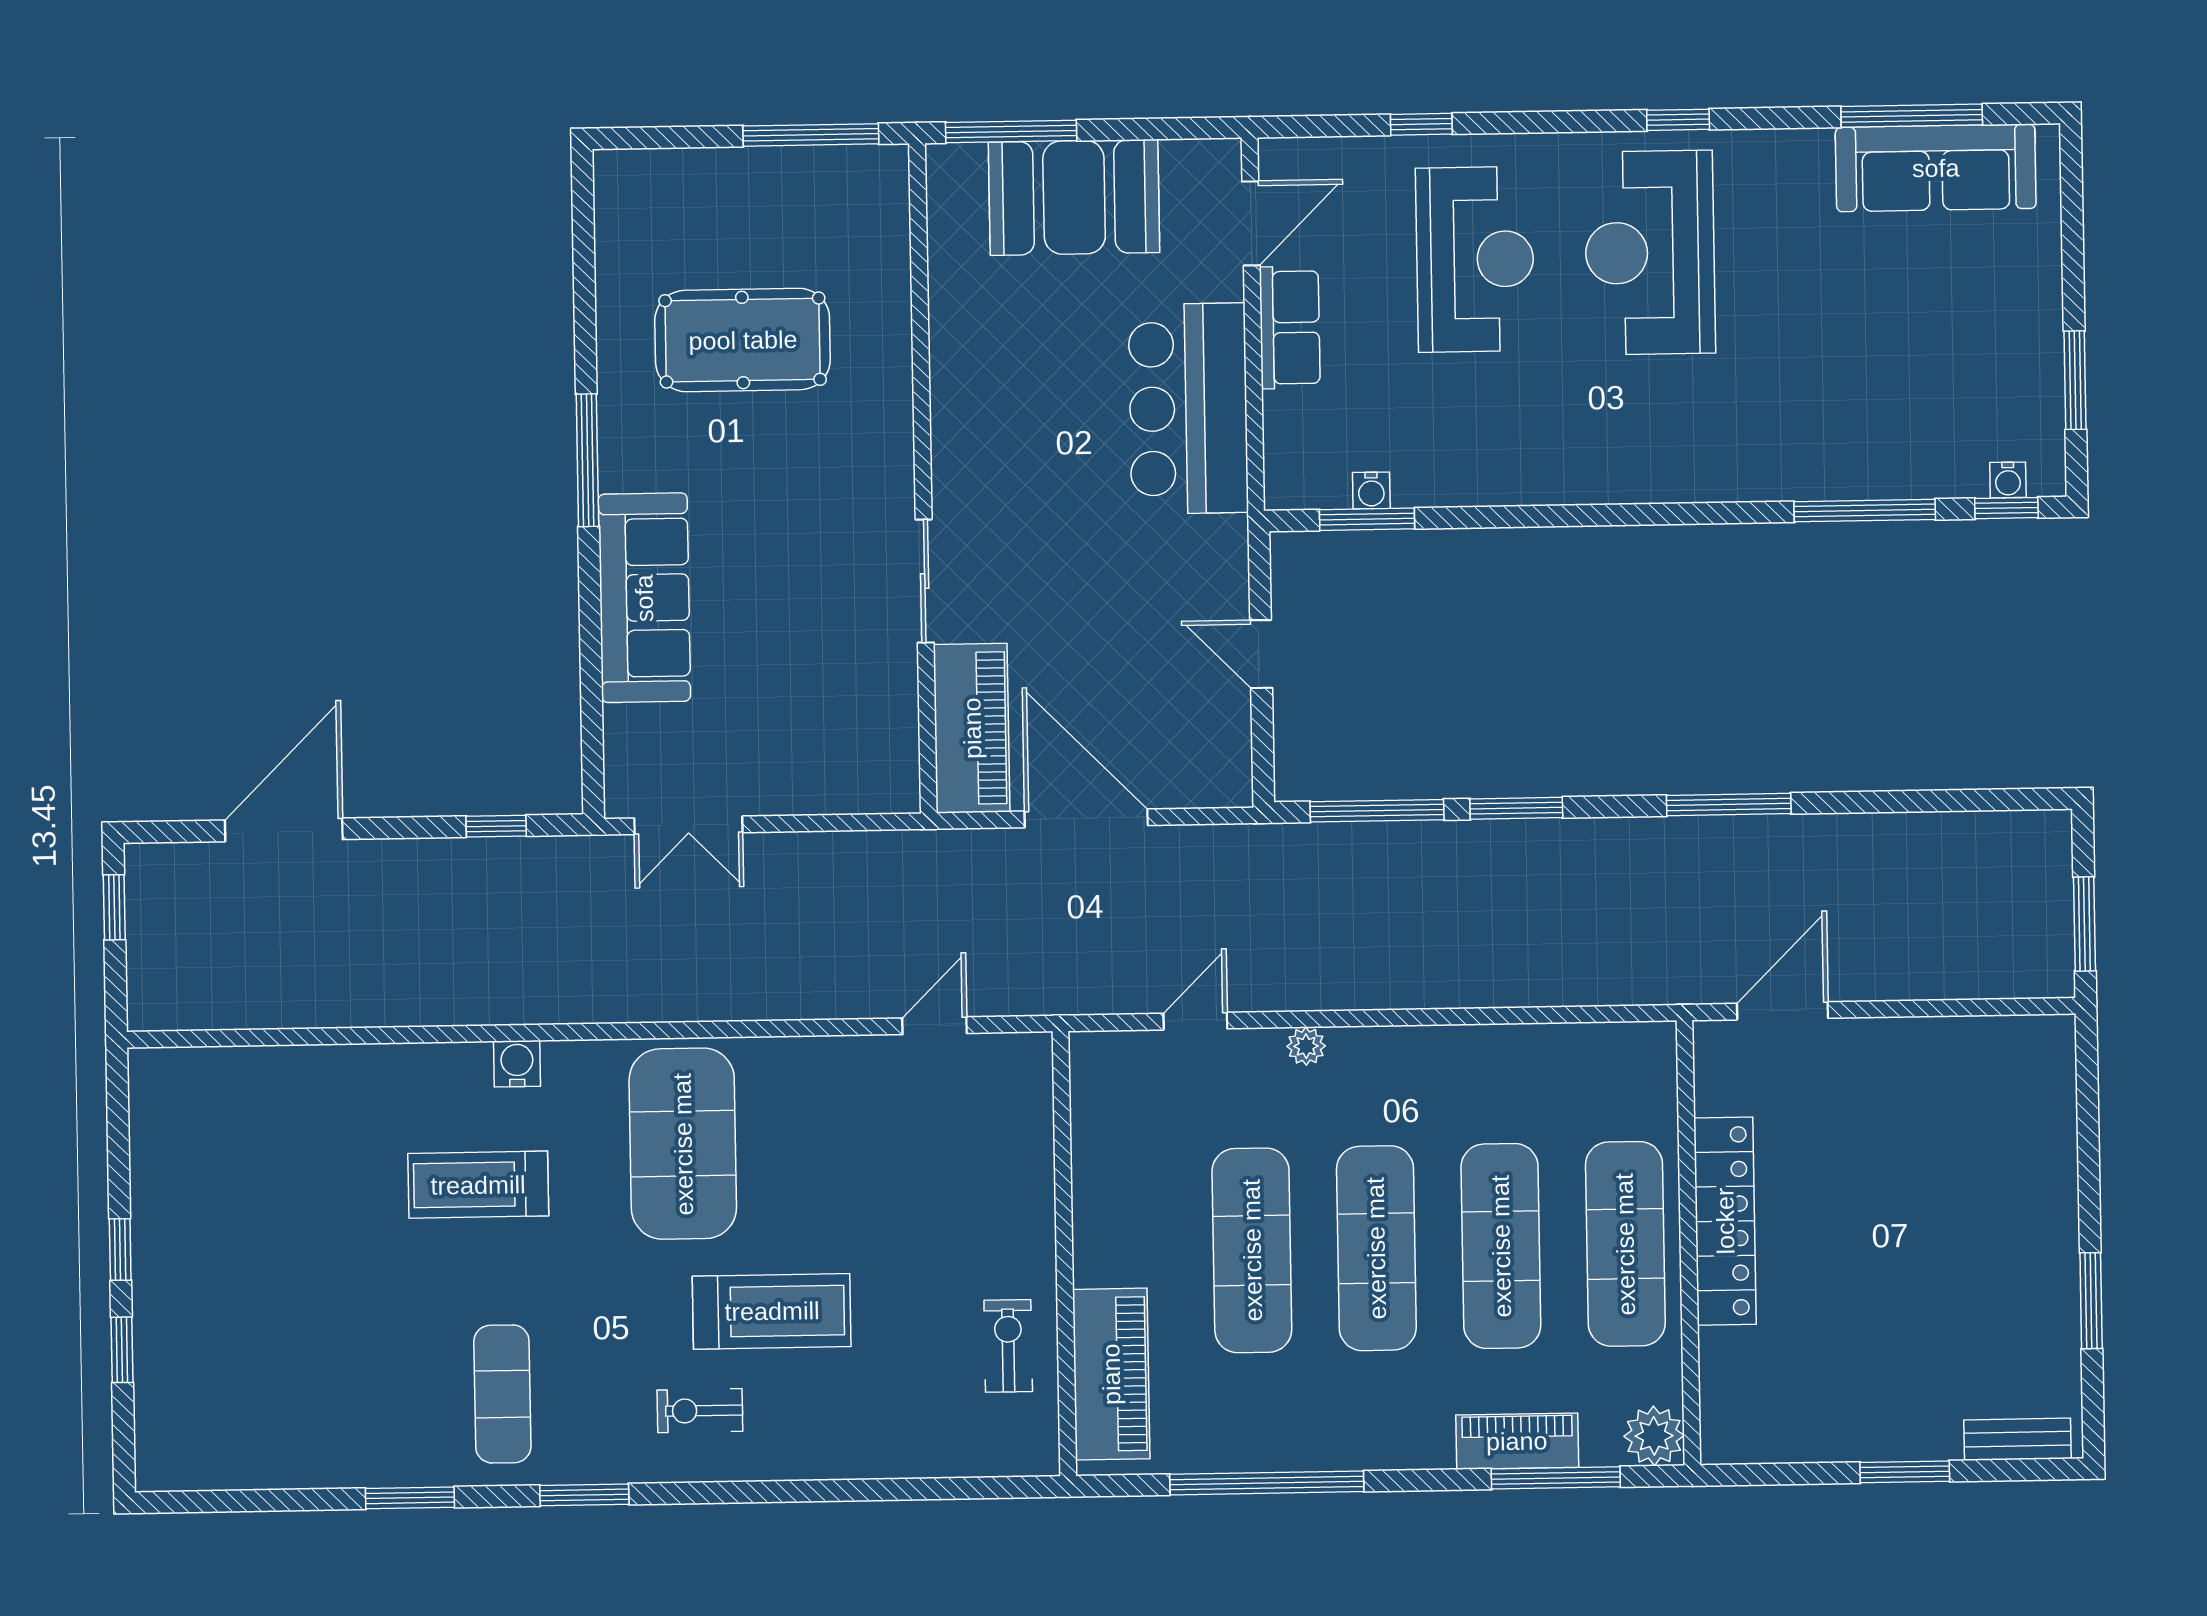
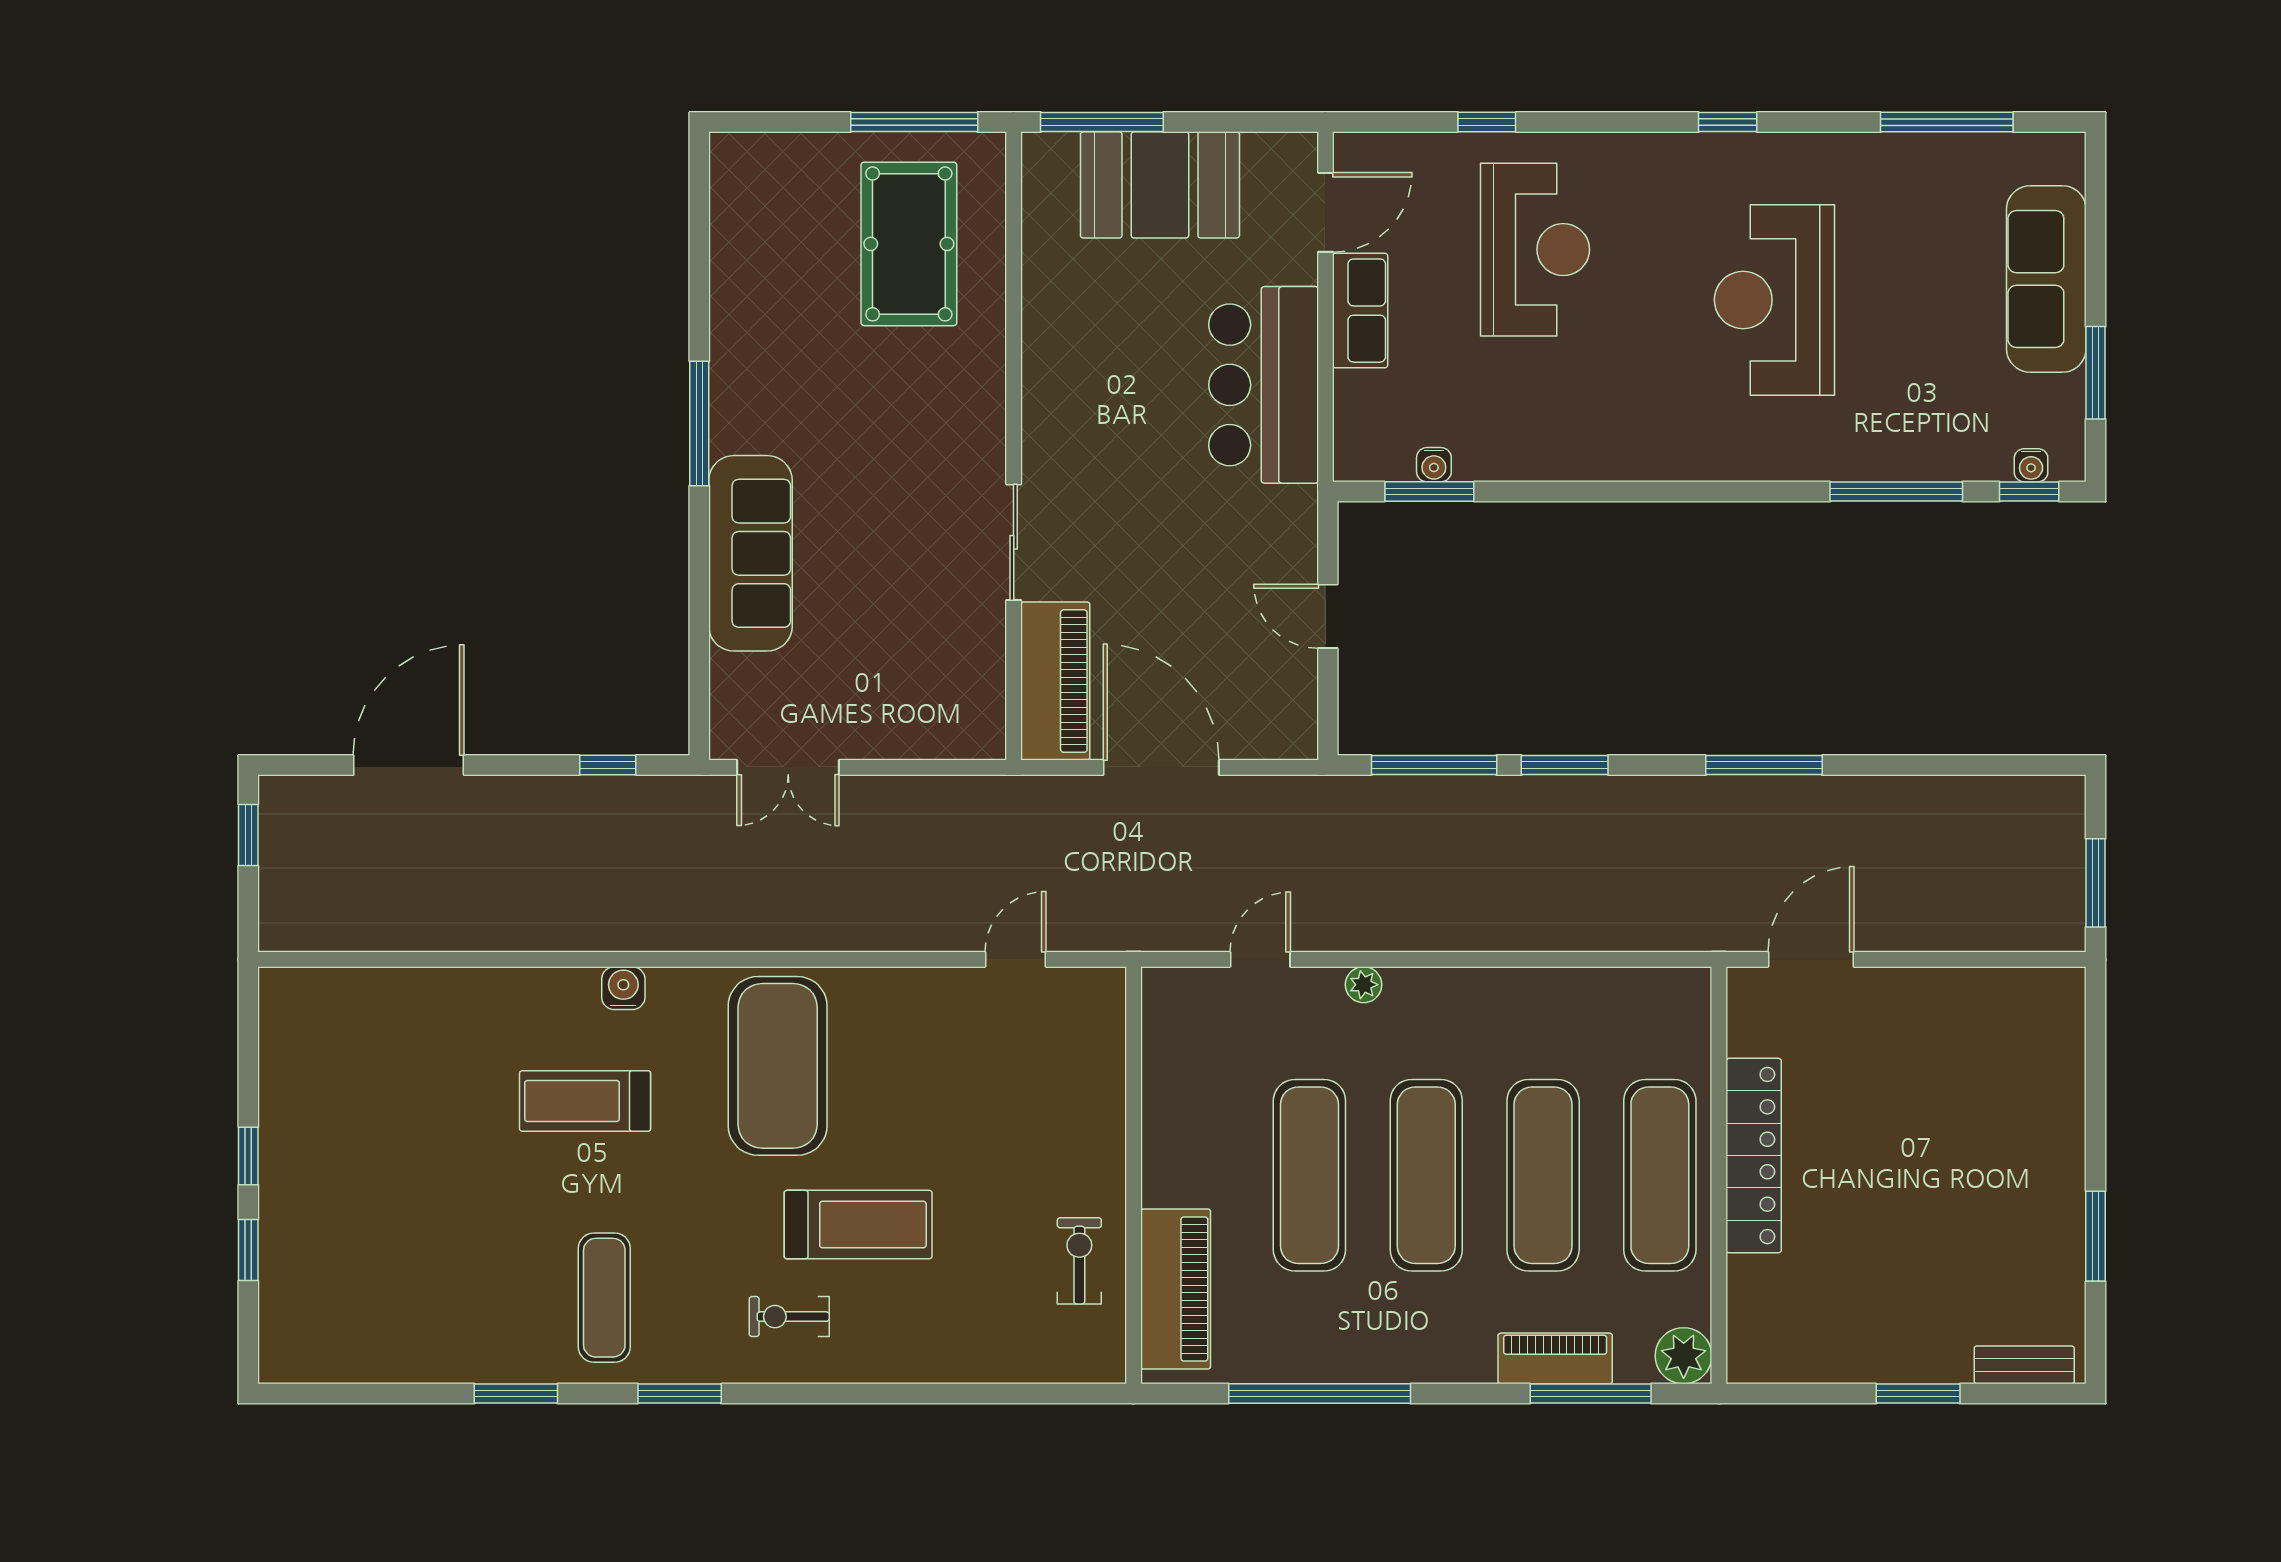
sofa: (1936, 168) -> (2046, 279), moved, turned 90
reception desk: (1650, 253) -> (1774, 300), moved
pool table: (743, 340) -> (909, 244), moved, turned 90

